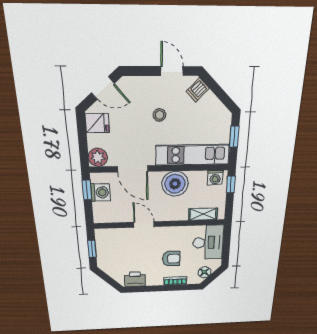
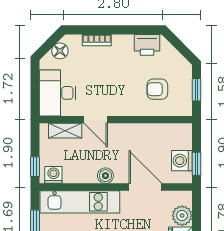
plant: (98, 157) -> (182, 216), moved
boiler: (175, 184) -> (105, 176), width x0.54, depth x0.54
door: (144, 224) -> (96, 120), moved
armchair: (171, 259) -> (157, 89), moved

